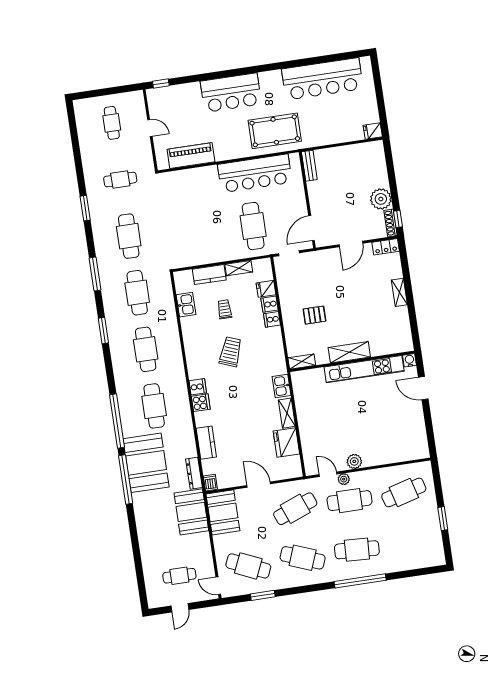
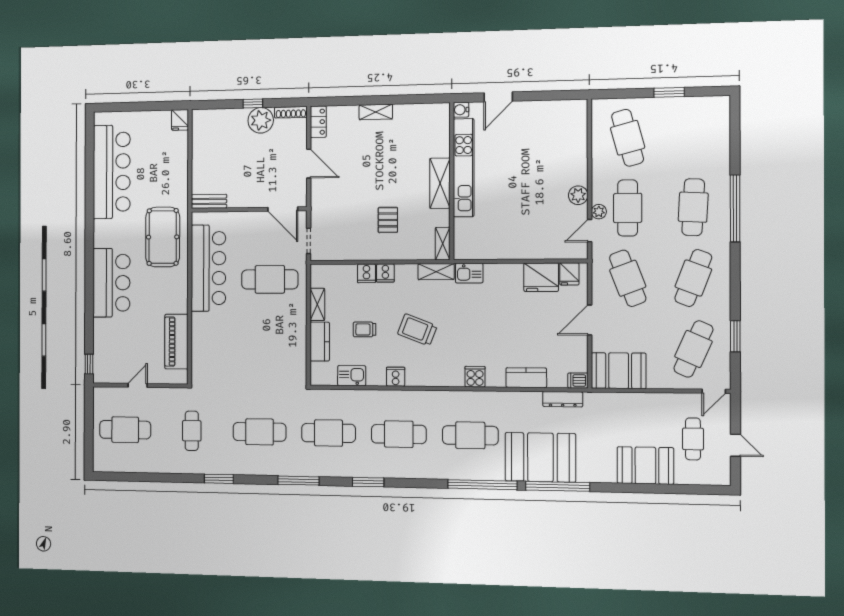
cafe table: (112, 123) -> (125, 430), width x1.37, depth x1.35
window: (398, 219) -> (253, 103), moved
fridge: (266, 289) -> (569, 274), moved
cooker: (198, 387) -> (396, 377), moved
shelving: (287, 413) -> (436, 272), moved
booth: (191, 512) -> (645, 465), moved

